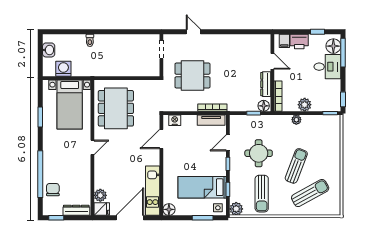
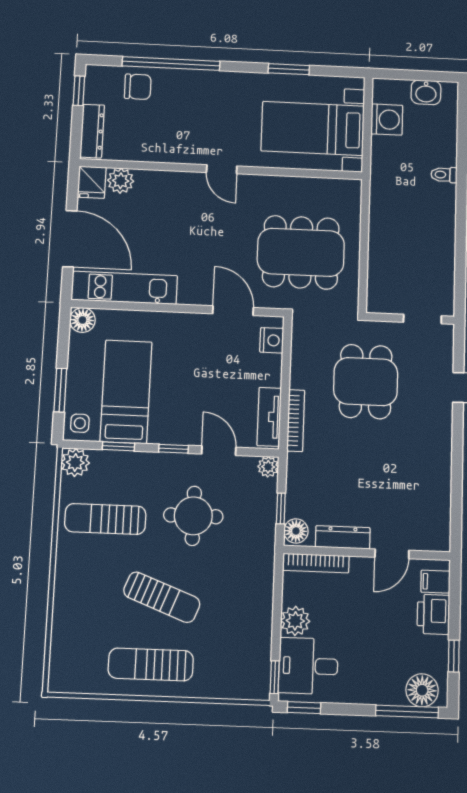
desk: (327, 67) -> (308, 666), moved, turned 90
dining table: (116, 108) -> (301, 252), moved
plant: (296, 120) -> (268, 467), moved
sun lounger: (310, 193) -> (151, 664), moved, turned 119

